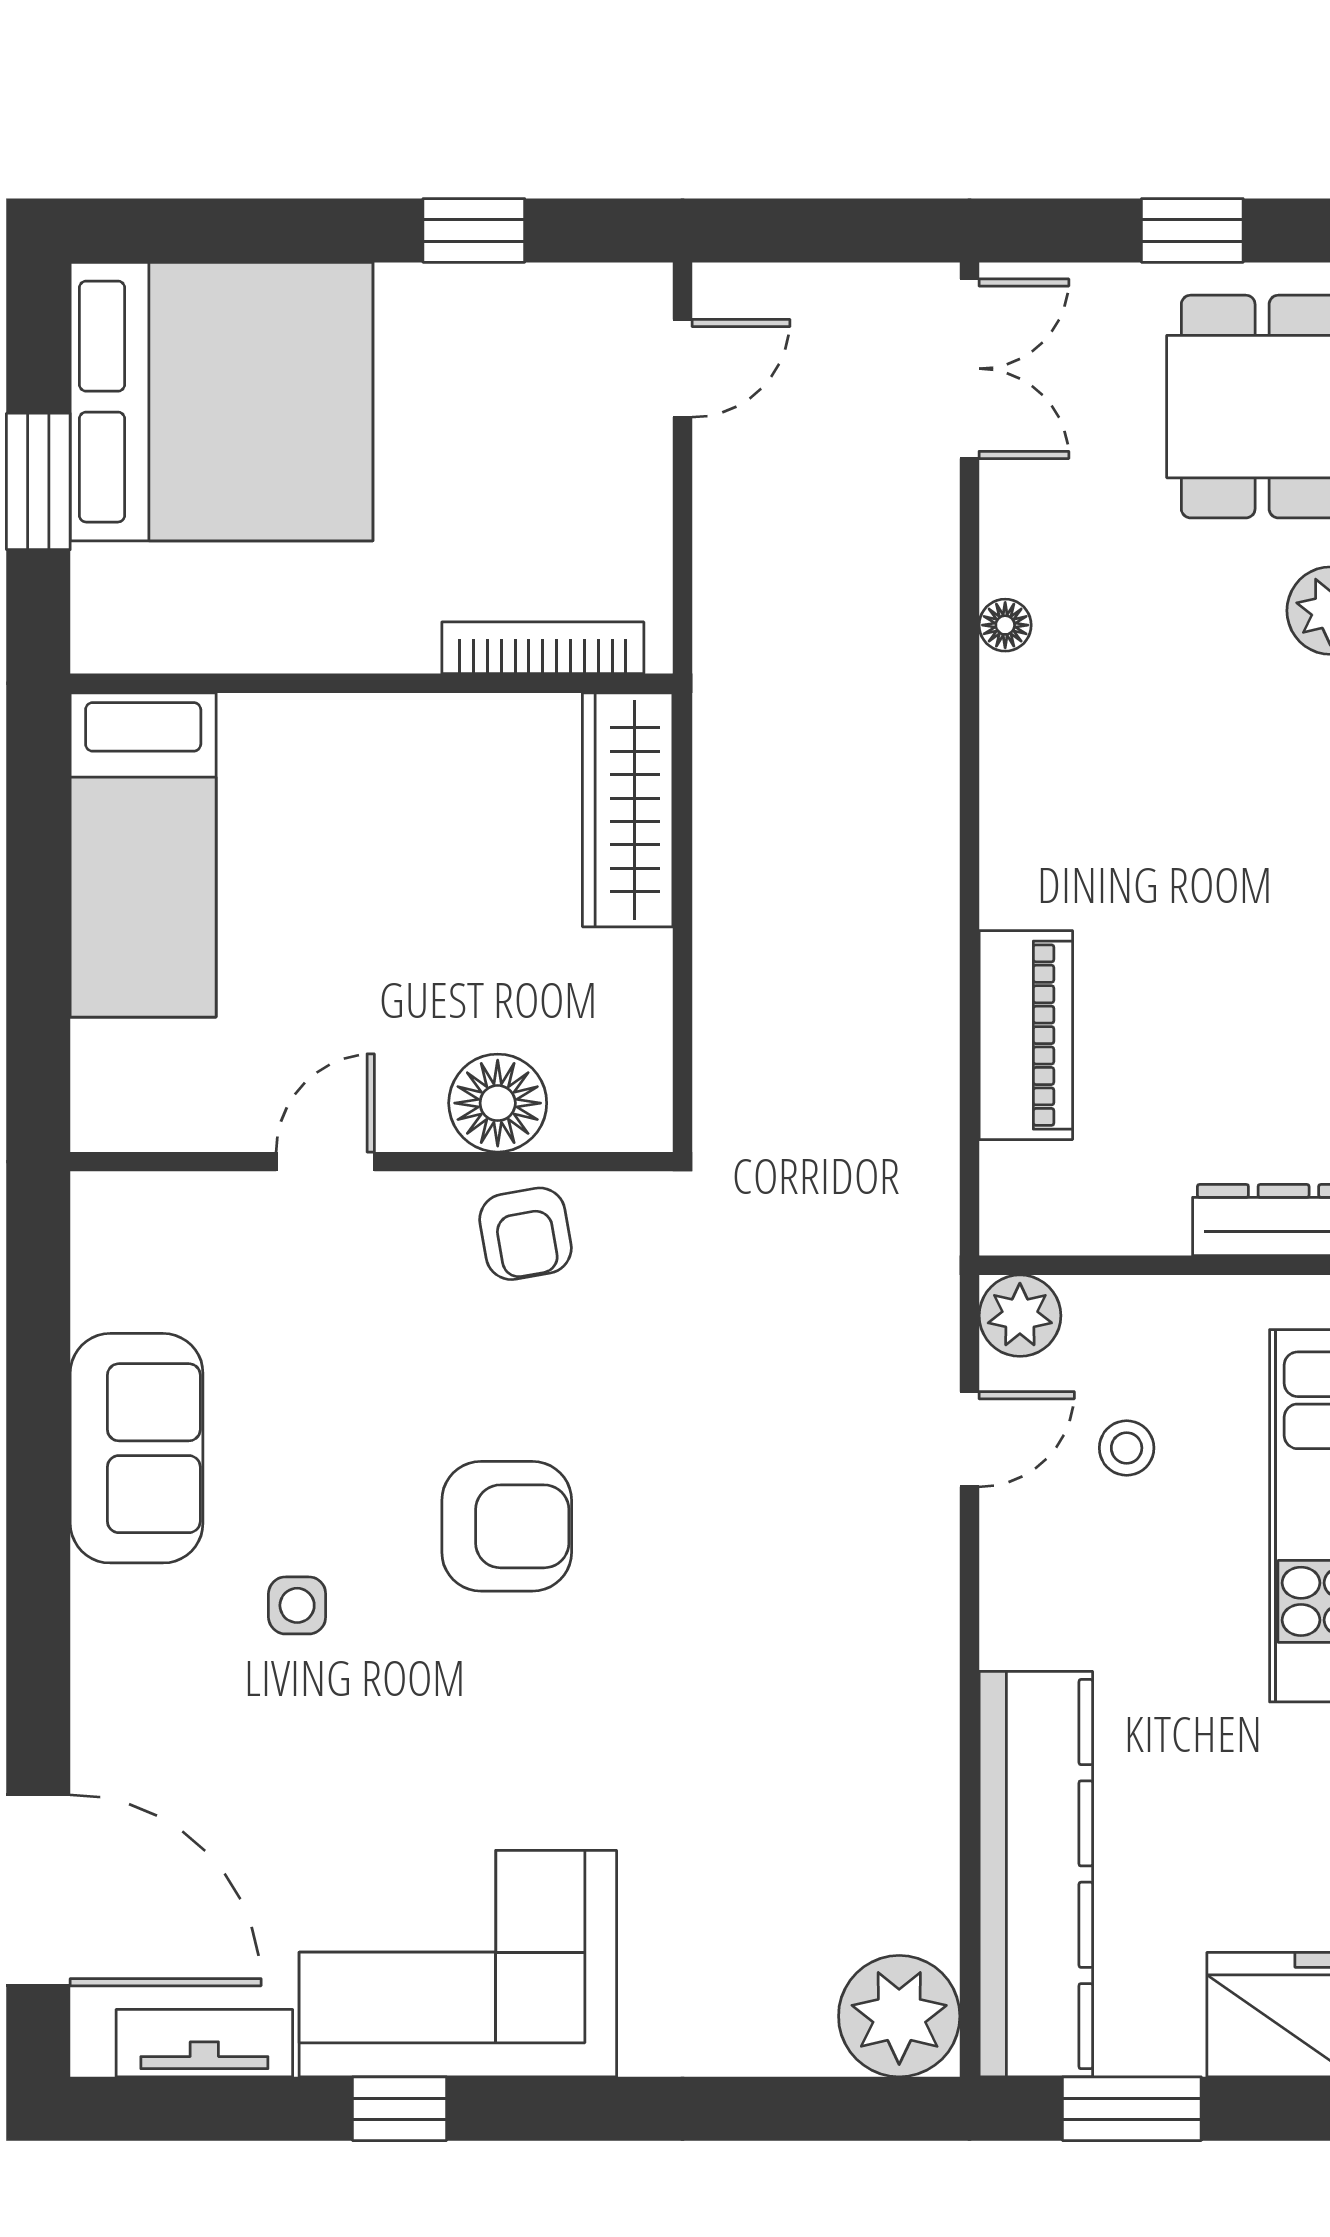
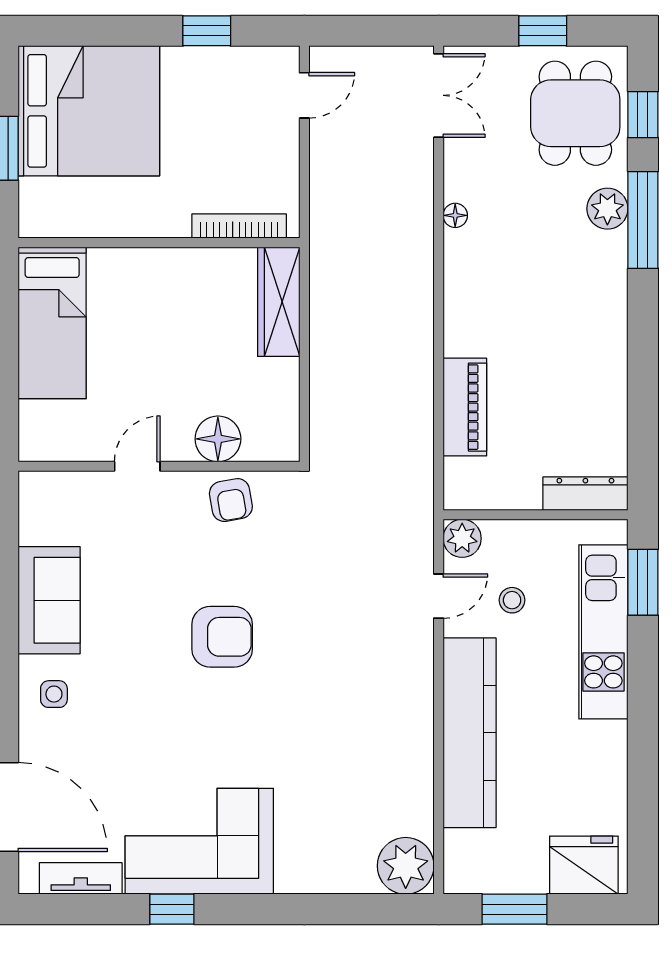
side table: (297, 1605) -> (54, 694), moved
kitchen counter: (1036, 1874) -> (470, 733), moved

